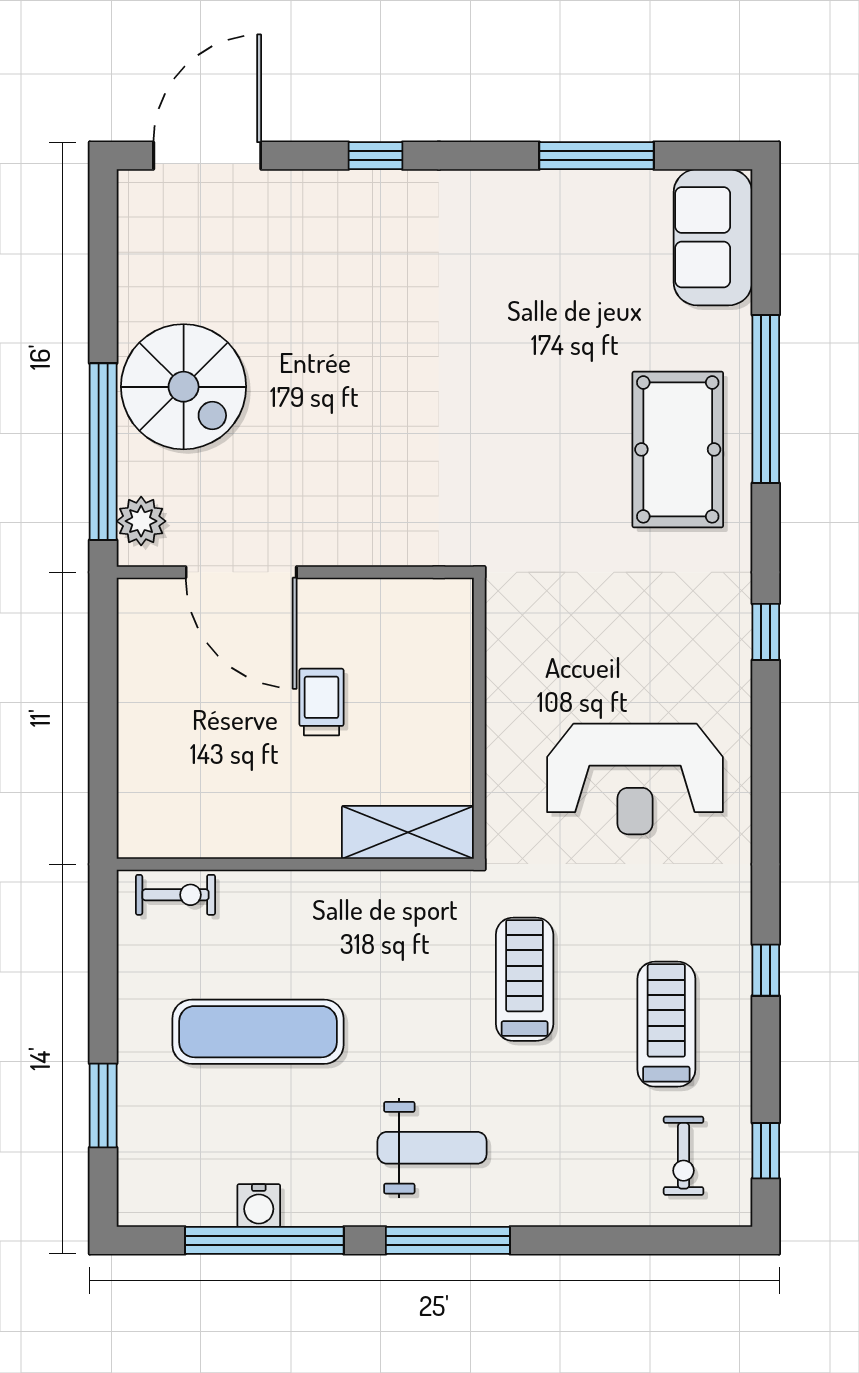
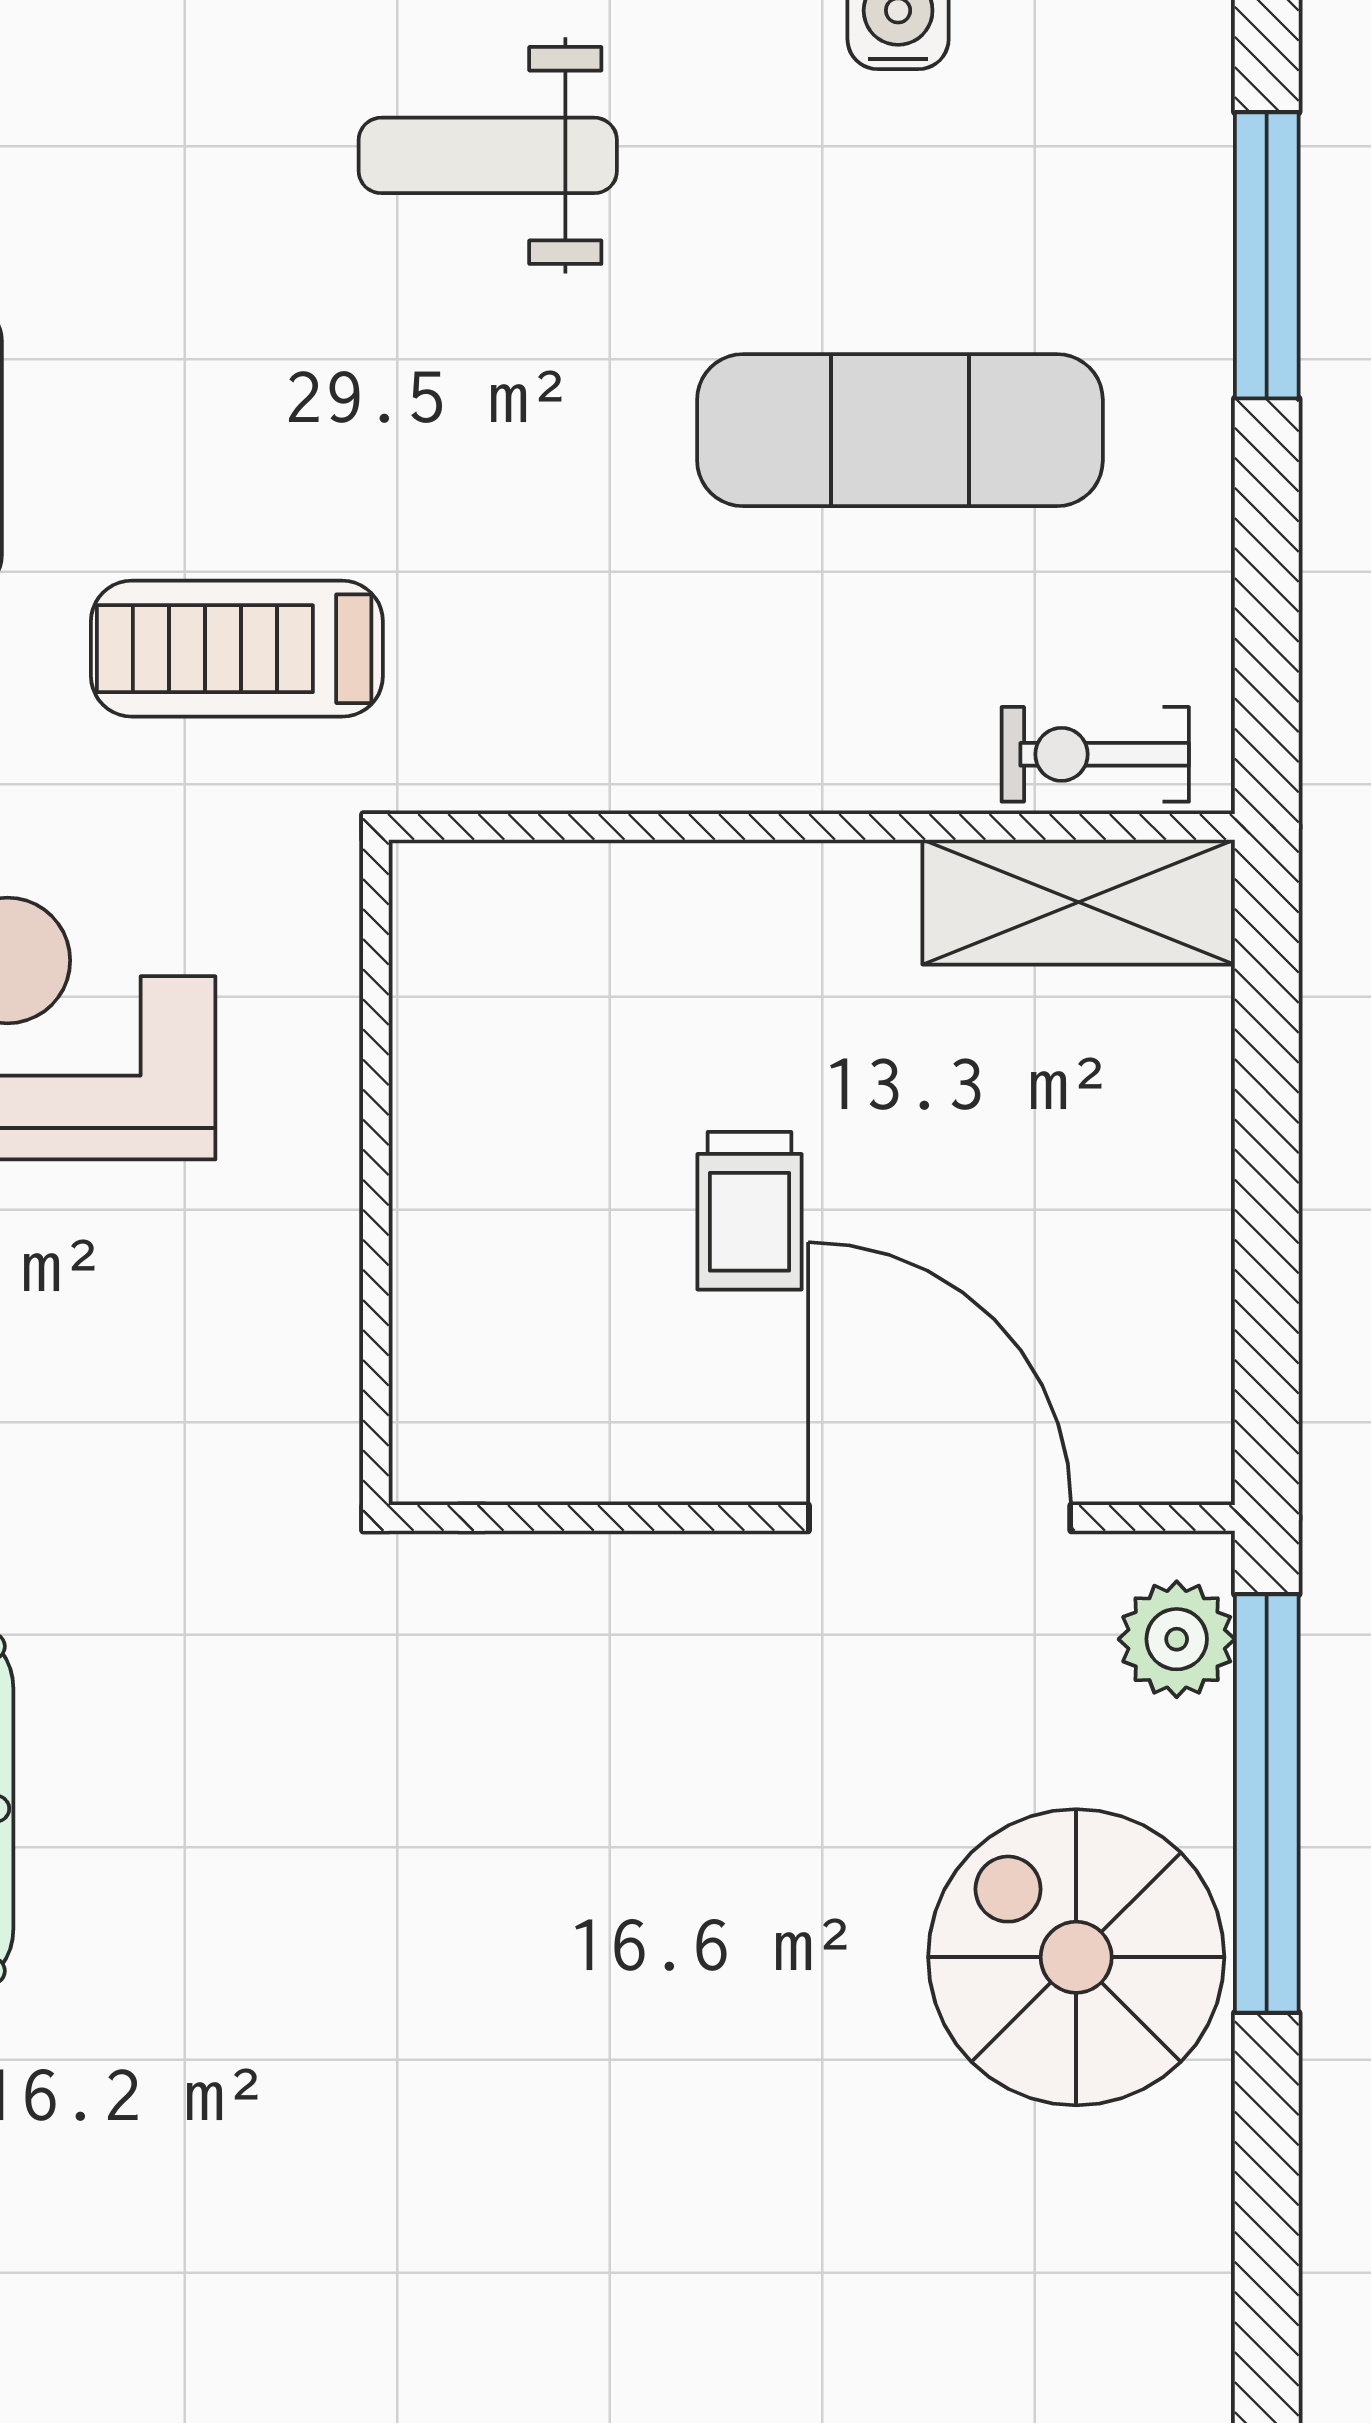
shelving: (408, 832) -> (1079, 902), moved
treadmill: (525, 979) -> (237, 649), moved, turned 90
window: (103, 1106) -> (1267, 255), width x1.44

